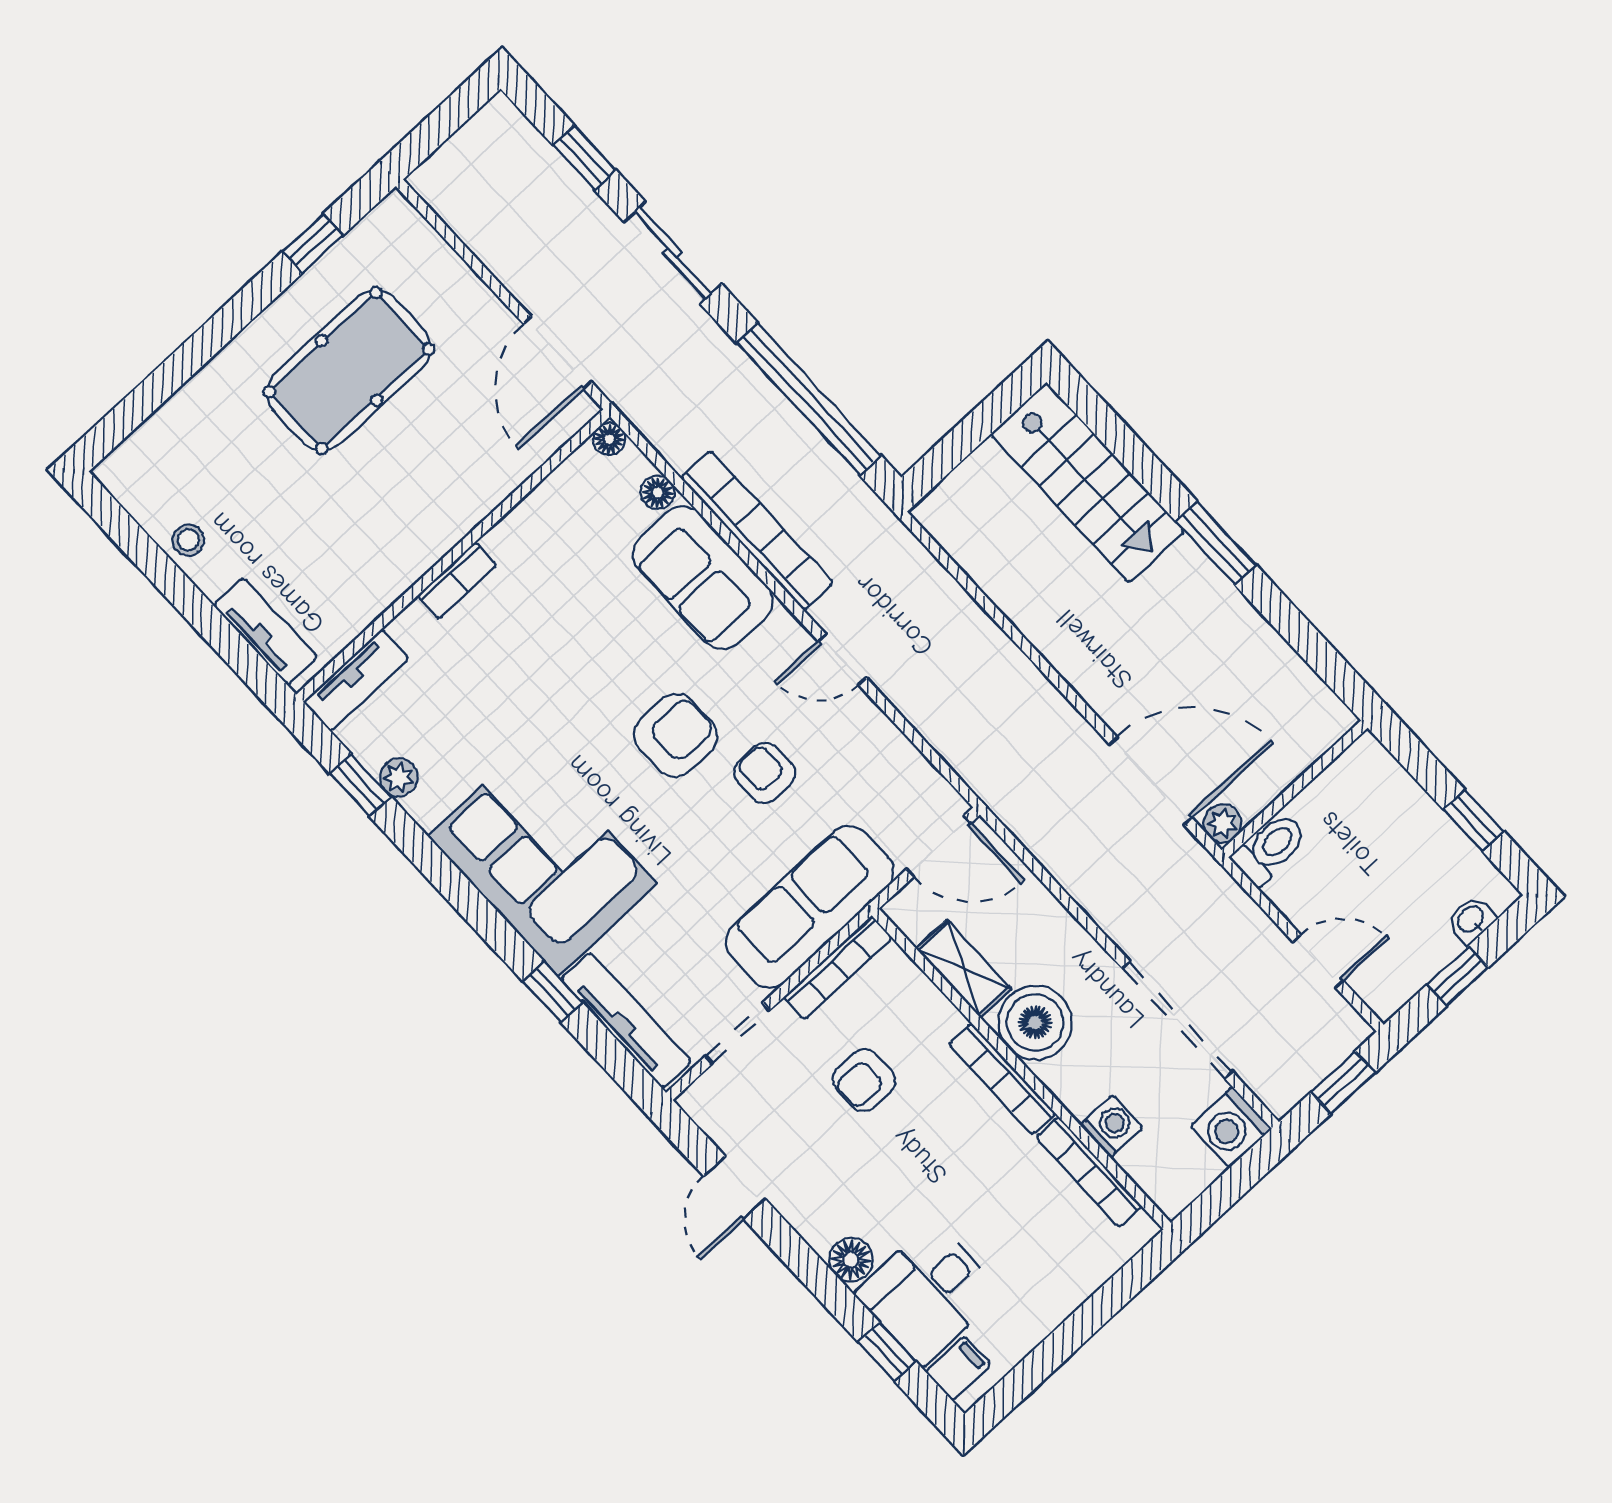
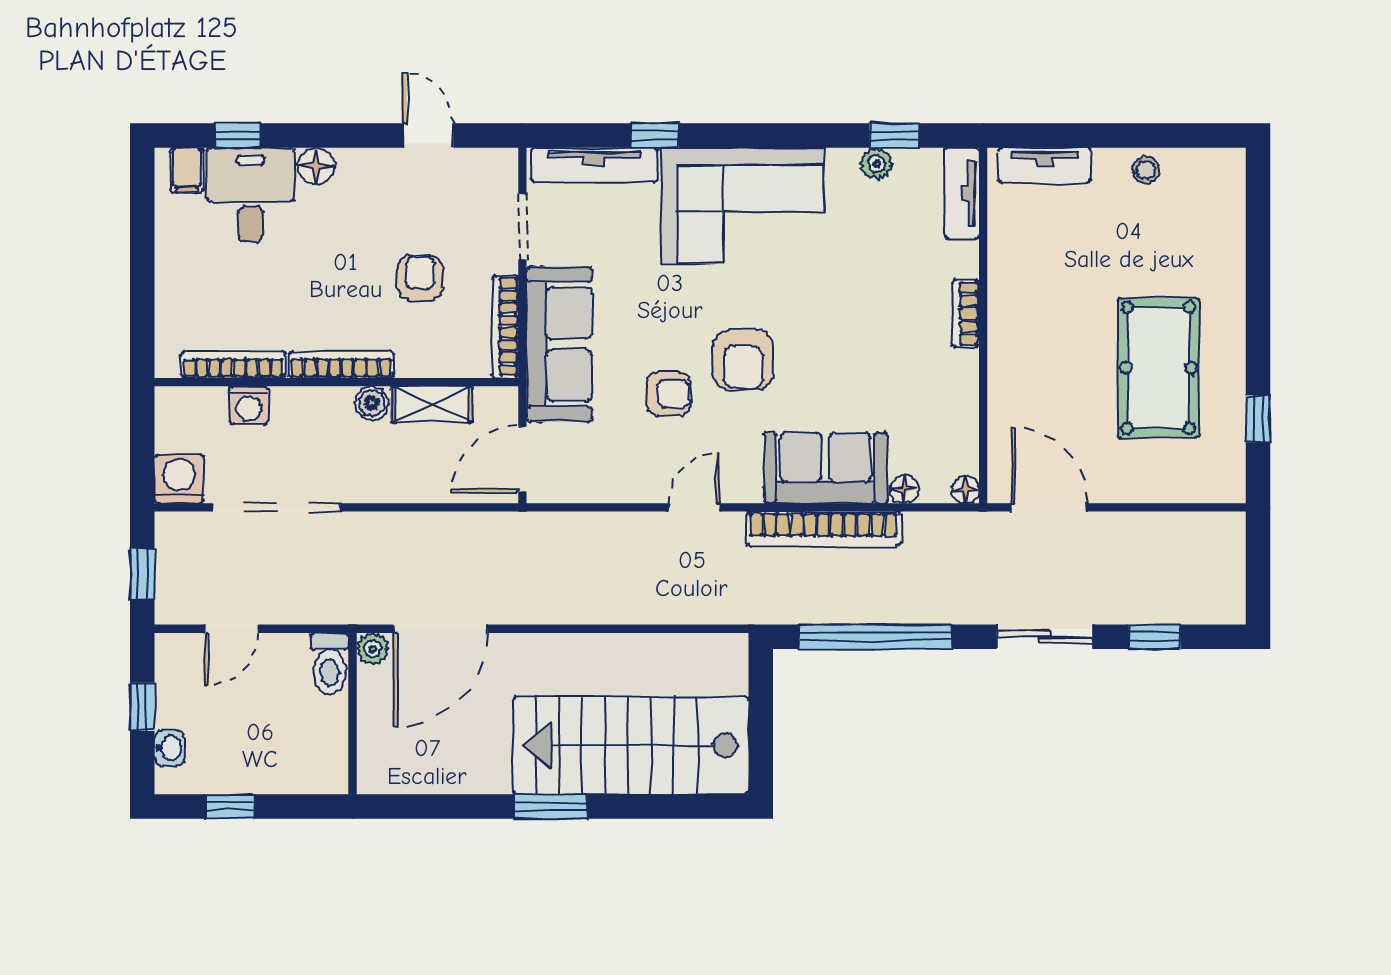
stairs: (1088, 483) -> (631, 745), width x1.36, depth x1.51
boiler: (1035, 1023) -> (372, 403), width x0.54, depth x0.54

